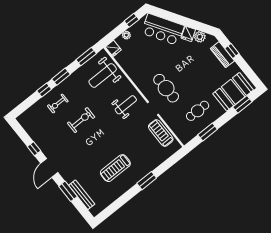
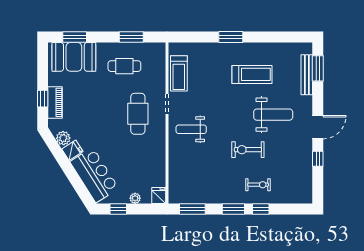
weight bench: (103, 76) -> (273, 115), moved
window: (68, 191) -> (318, 68), moved

